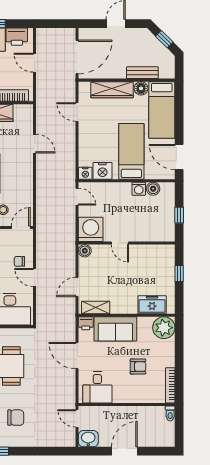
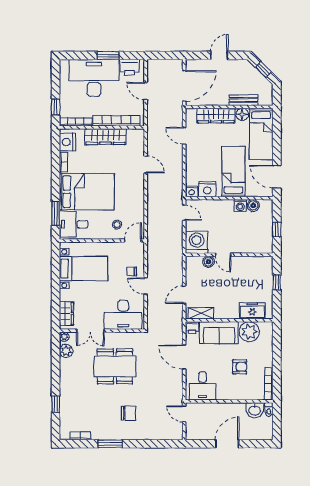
boiler: (85, 251) -> (208, 262), moved
plant: (164, 328) -> (249, 332), moved
washbasin: (88, 439) -> (255, 410), moved, turned 180

